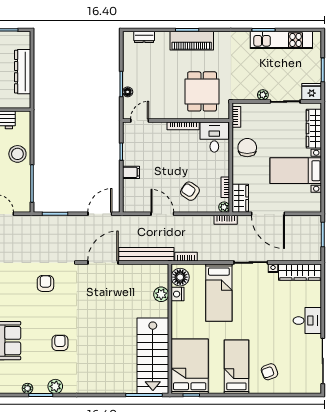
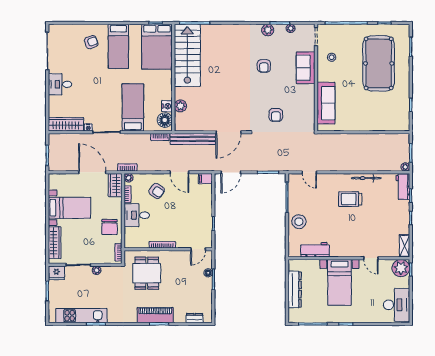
desk: (214, 137) -> (137, 215), moved, turned 90
filing cabinet: (131, 172) -> (205, 179), moved

